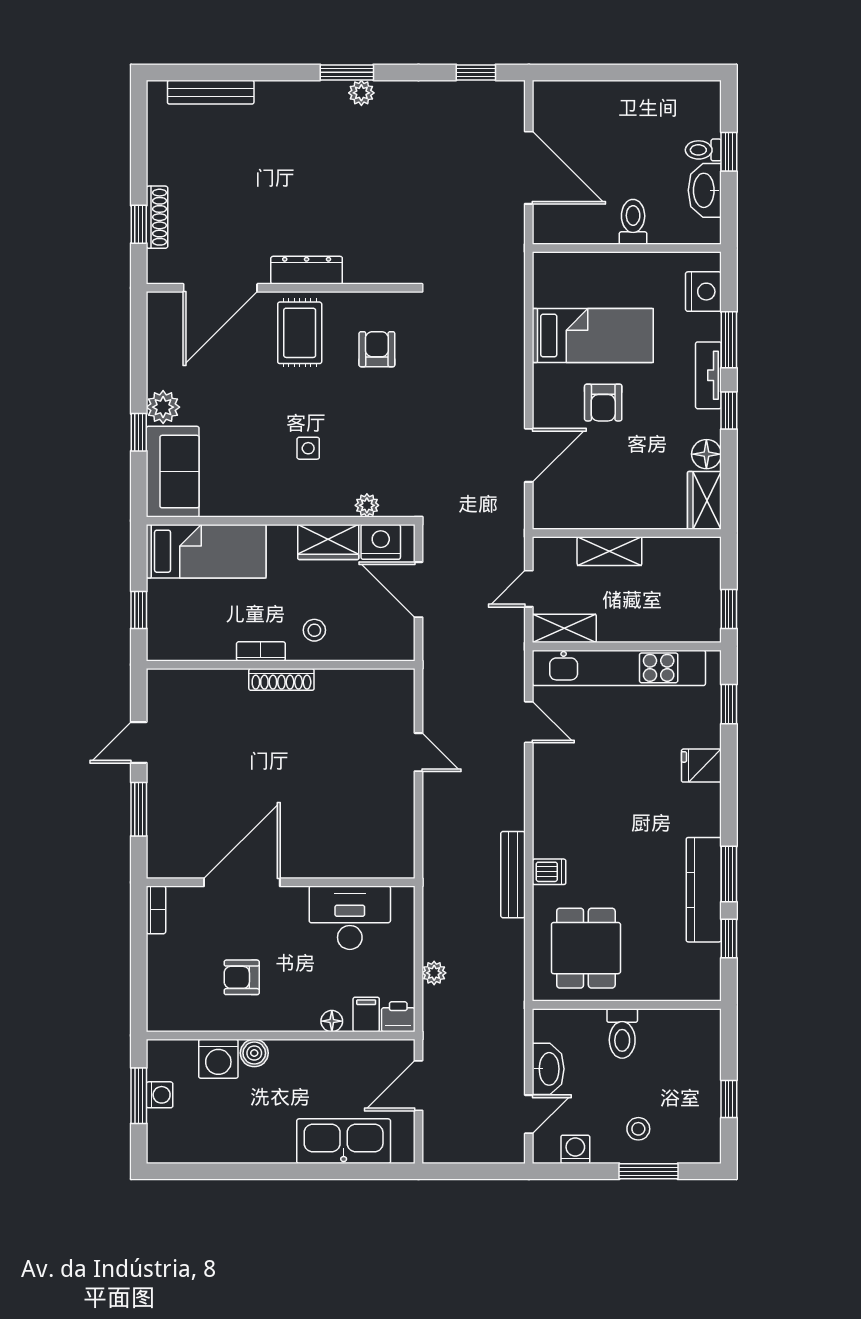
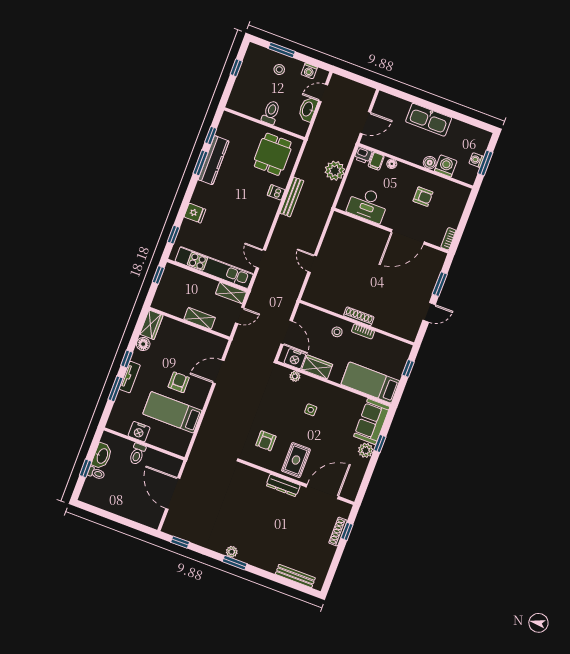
nightstand: (703, 292) -> (139, 432), moved, turned -90
plant: (434, 973) -> (335, 171), width x1.88, depth x1.88
kitchen sink: (344, 1141) -> (429, 120), moved

